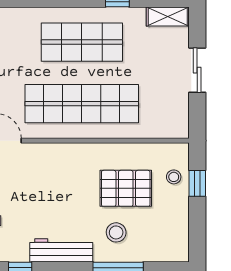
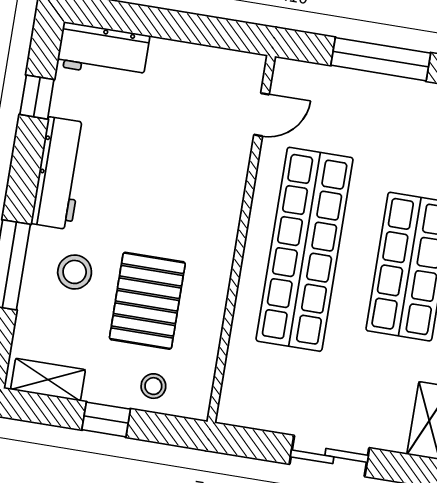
window: (197, 183) -> (106, 419), moved
shelving: (180, 238) -> (48, 380), added

